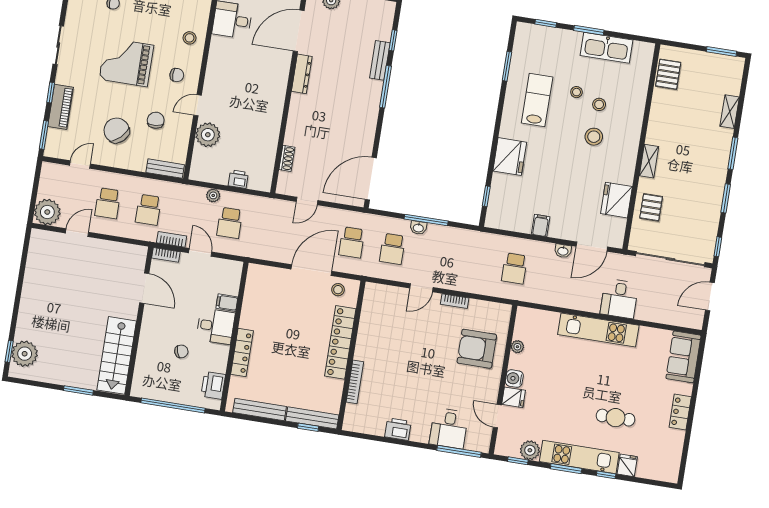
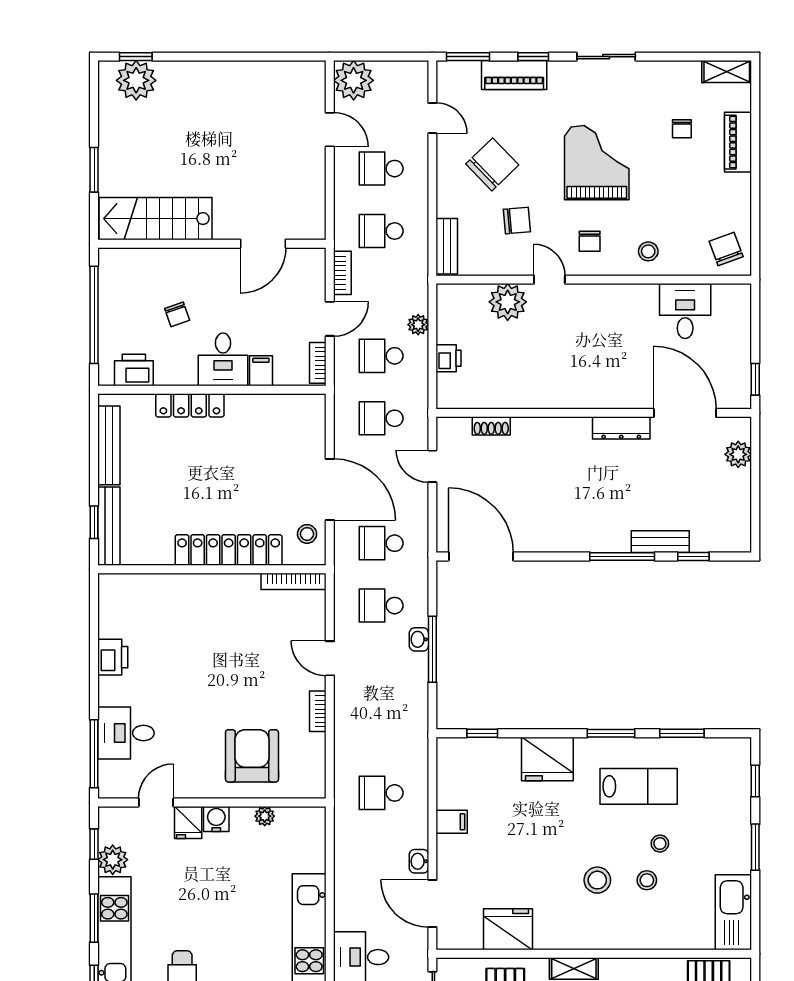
kitchen sink: (606, 48) -> (733, 912), moved
window: (500, 112) -> (611, 733), added
school desk: (270, 229) -> (381, 418), added
bookcase: (166, 255) -> (318, 363), moved
bookcase: (355, 382) -> (294, 581), moved

